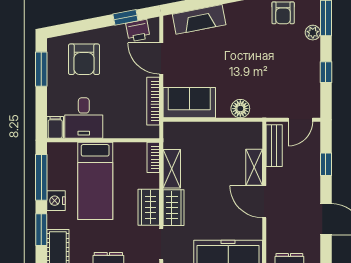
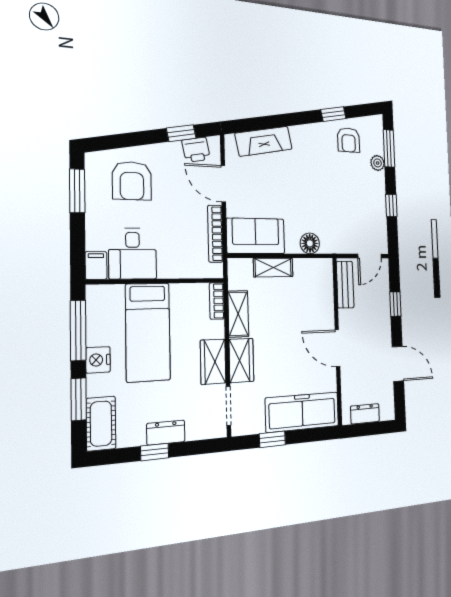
shelving: (254, 167) -> (273, 267), moved, turned 90

